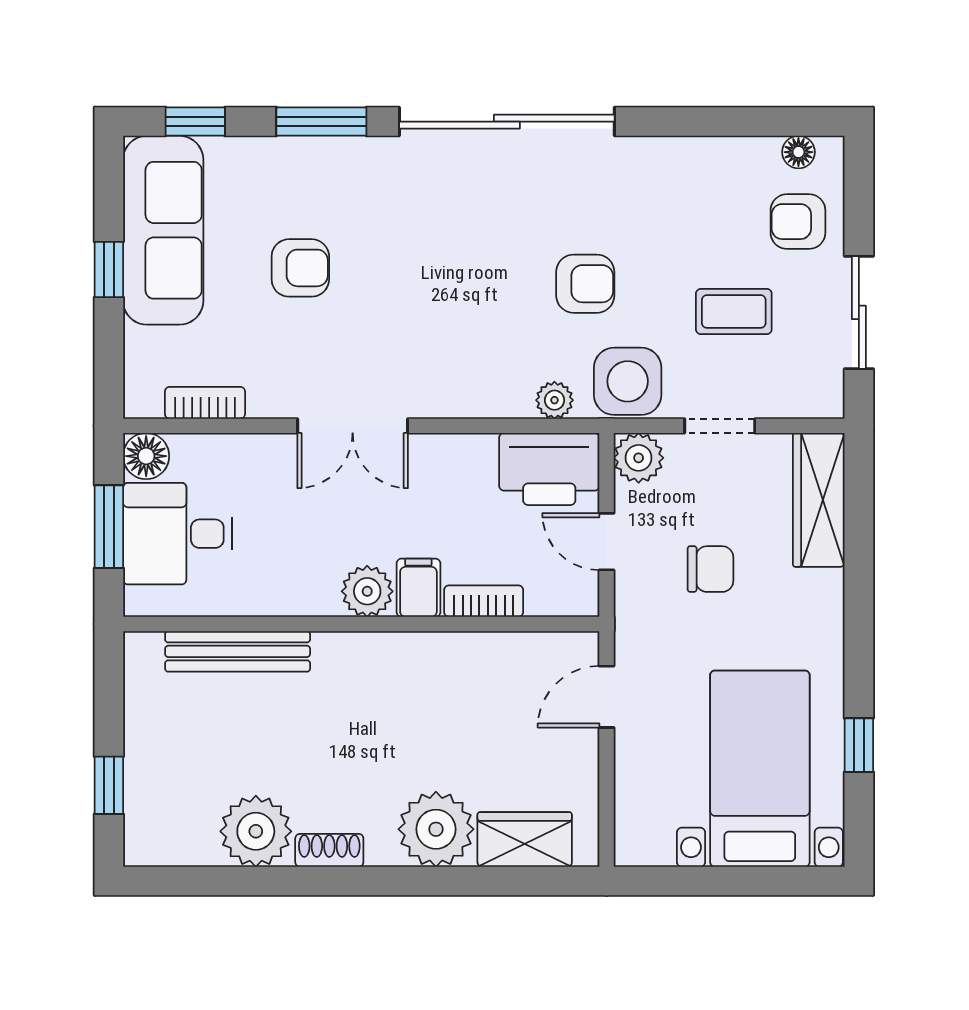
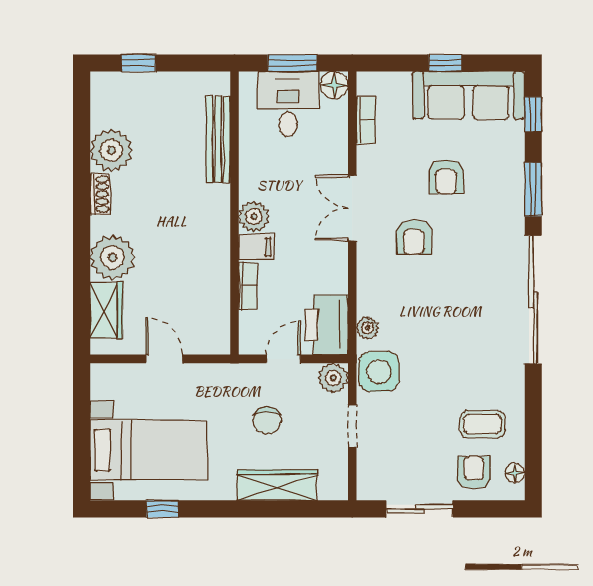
armchair: (585, 284) -> (414, 237), moved
coffee table: (734, 311) -> (482, 424), moved, turned 90
wardrobe: (819, 500) -> (277, 485), moved
door: (607, 697) -> (164, 359), moved

